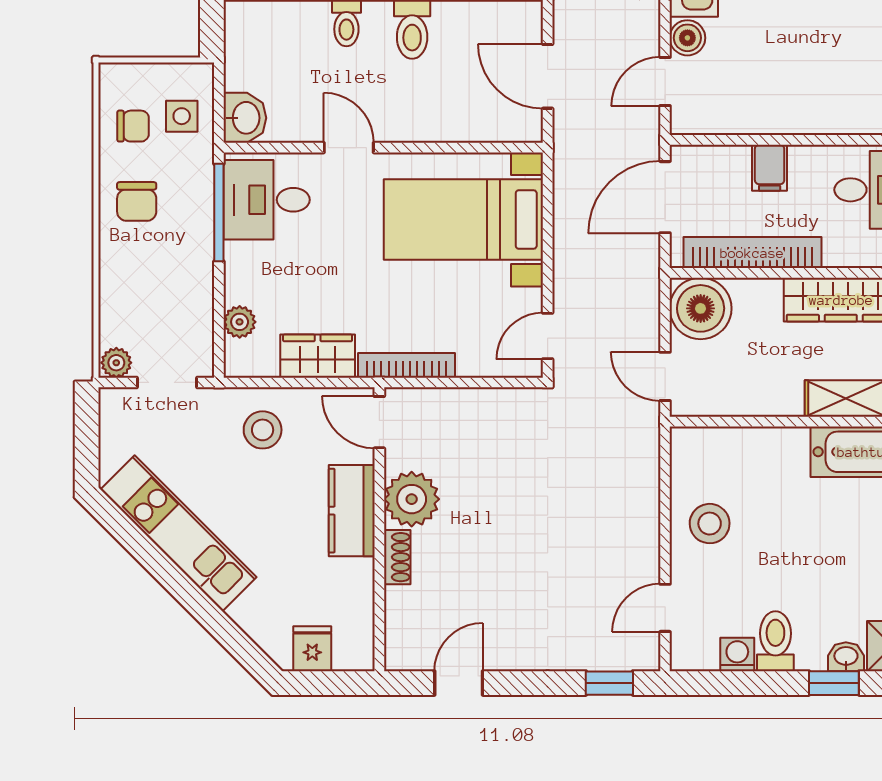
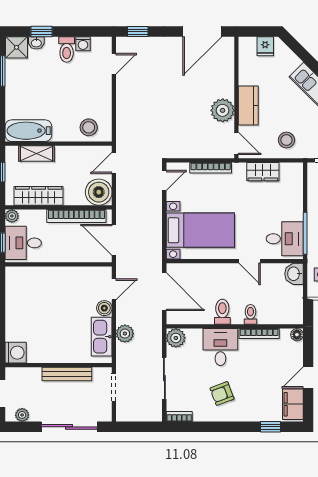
door: (548, 76) -> (164, 292), width x1.36
filing cabinet: (770, 168) -> (69, 252), removed
door: (665, 197) -> (114, 240), swing flipped
plant: (240, 322) -> (296, 186), removed
bookcase: (406, 365) -> (211, 168), moved
door: (665, 376) -> (114, 163), swing flipped
stool: (710, 524) -> (89, 127), moved
shoe rack: (397, 557) -> (229, 86), removed
door: (459, 683) -> (202, 32), width x1.88

